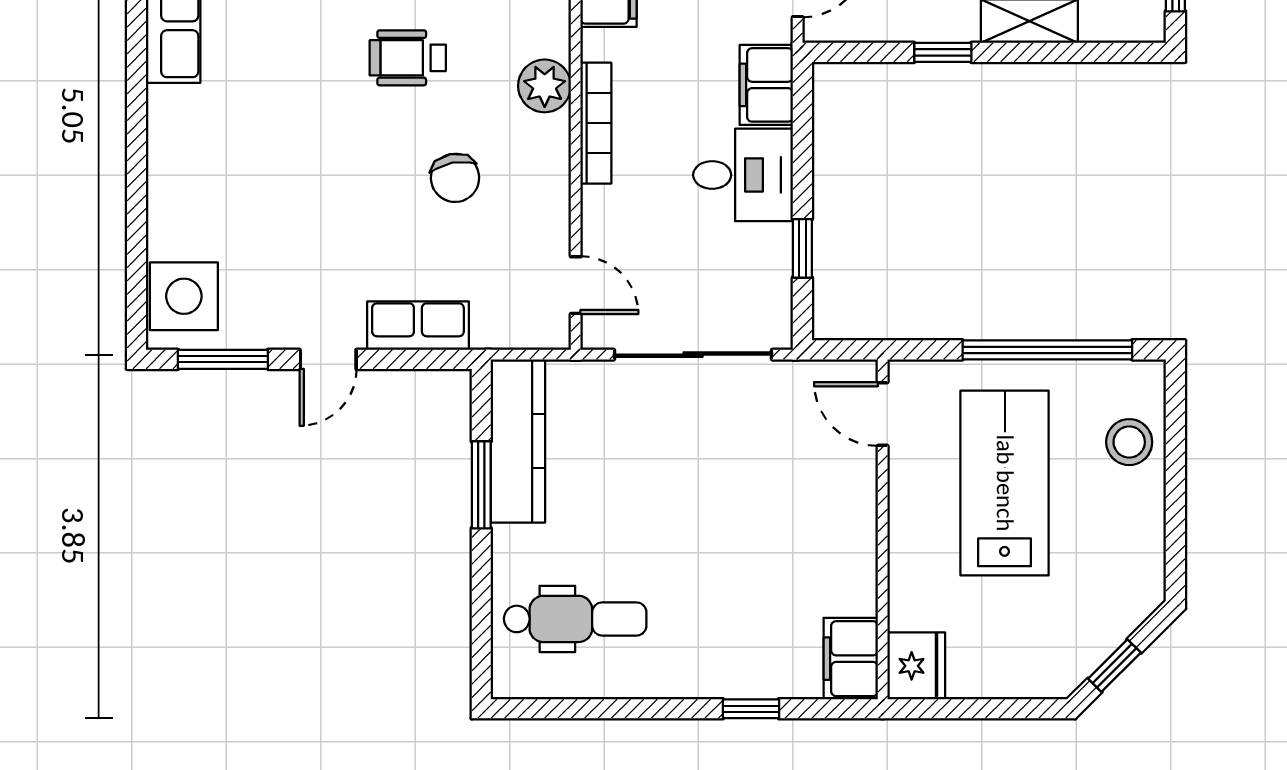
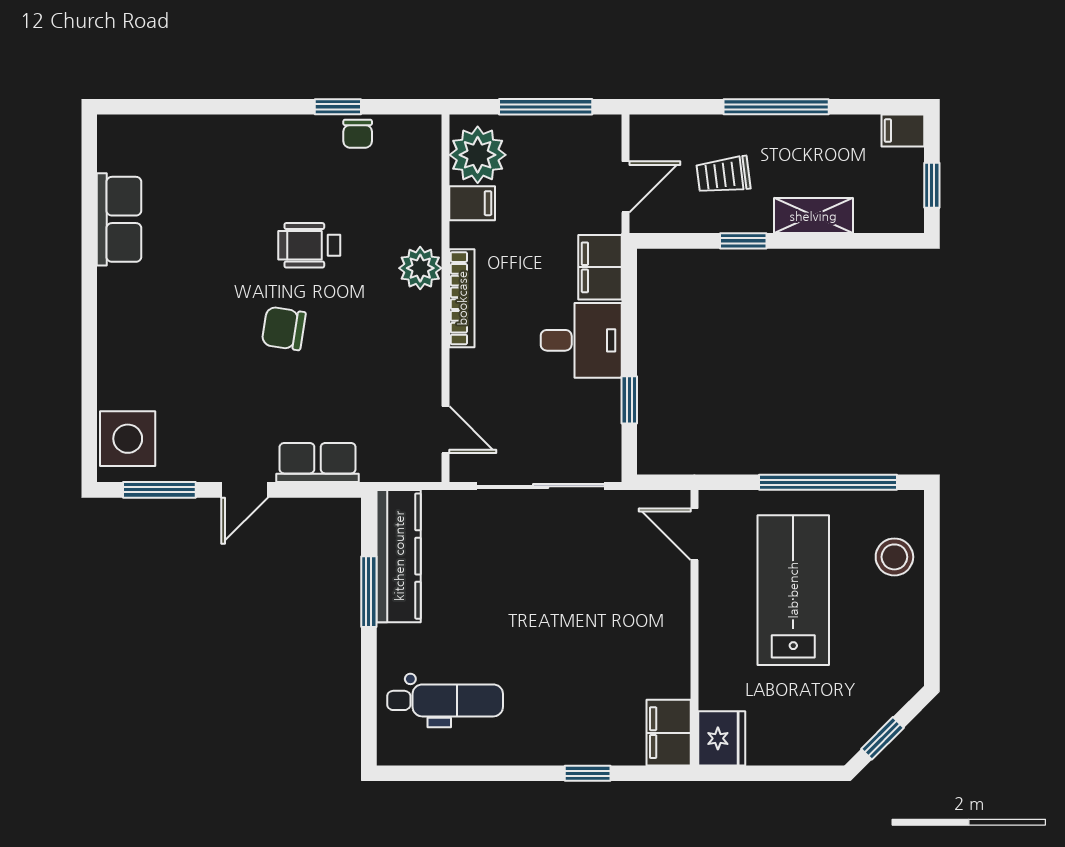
chair: (455, 178) -> (284, 328), moved, turned 110

